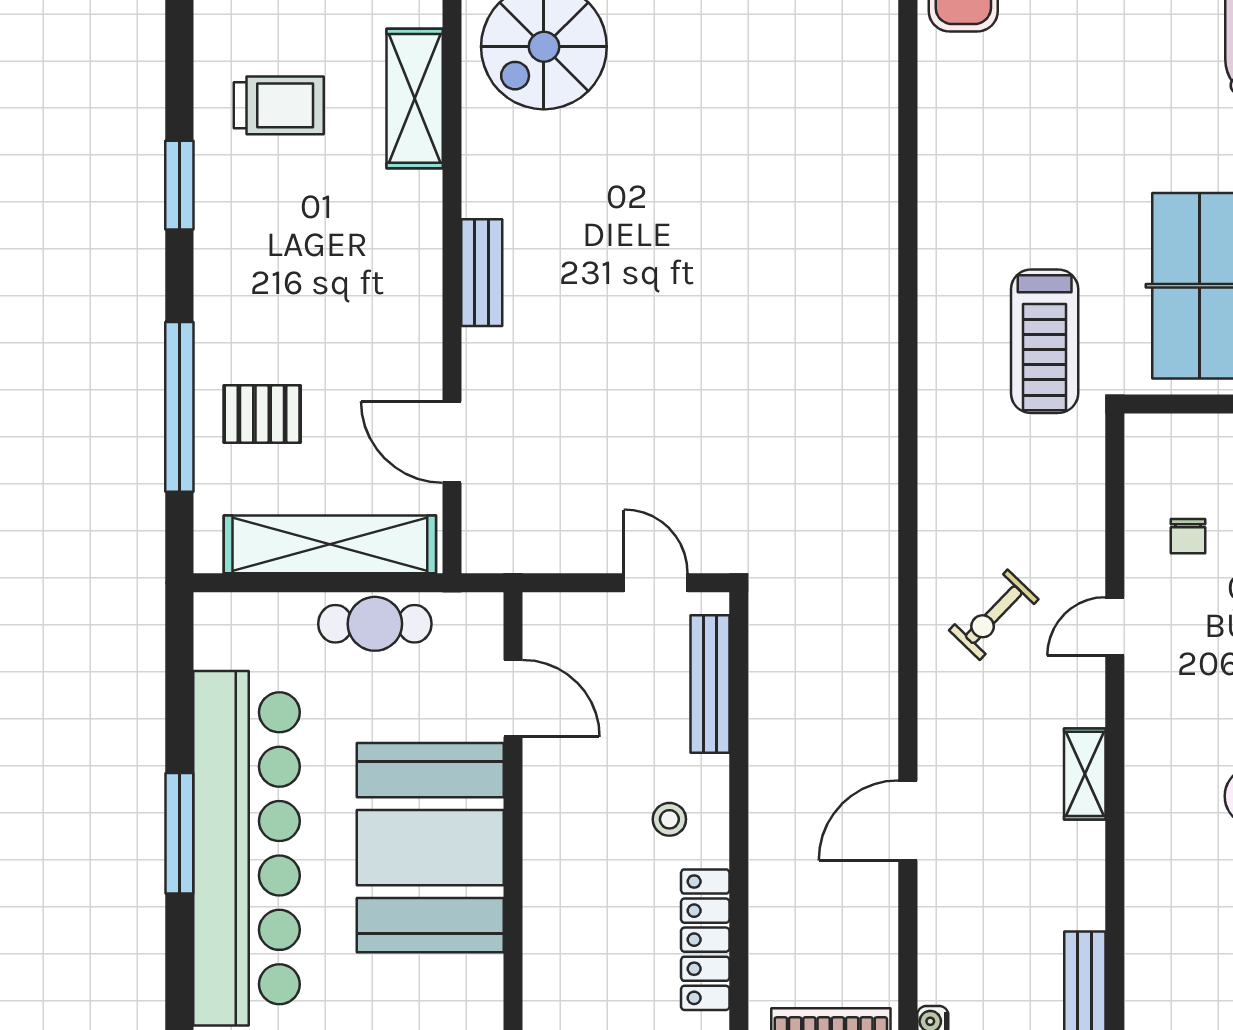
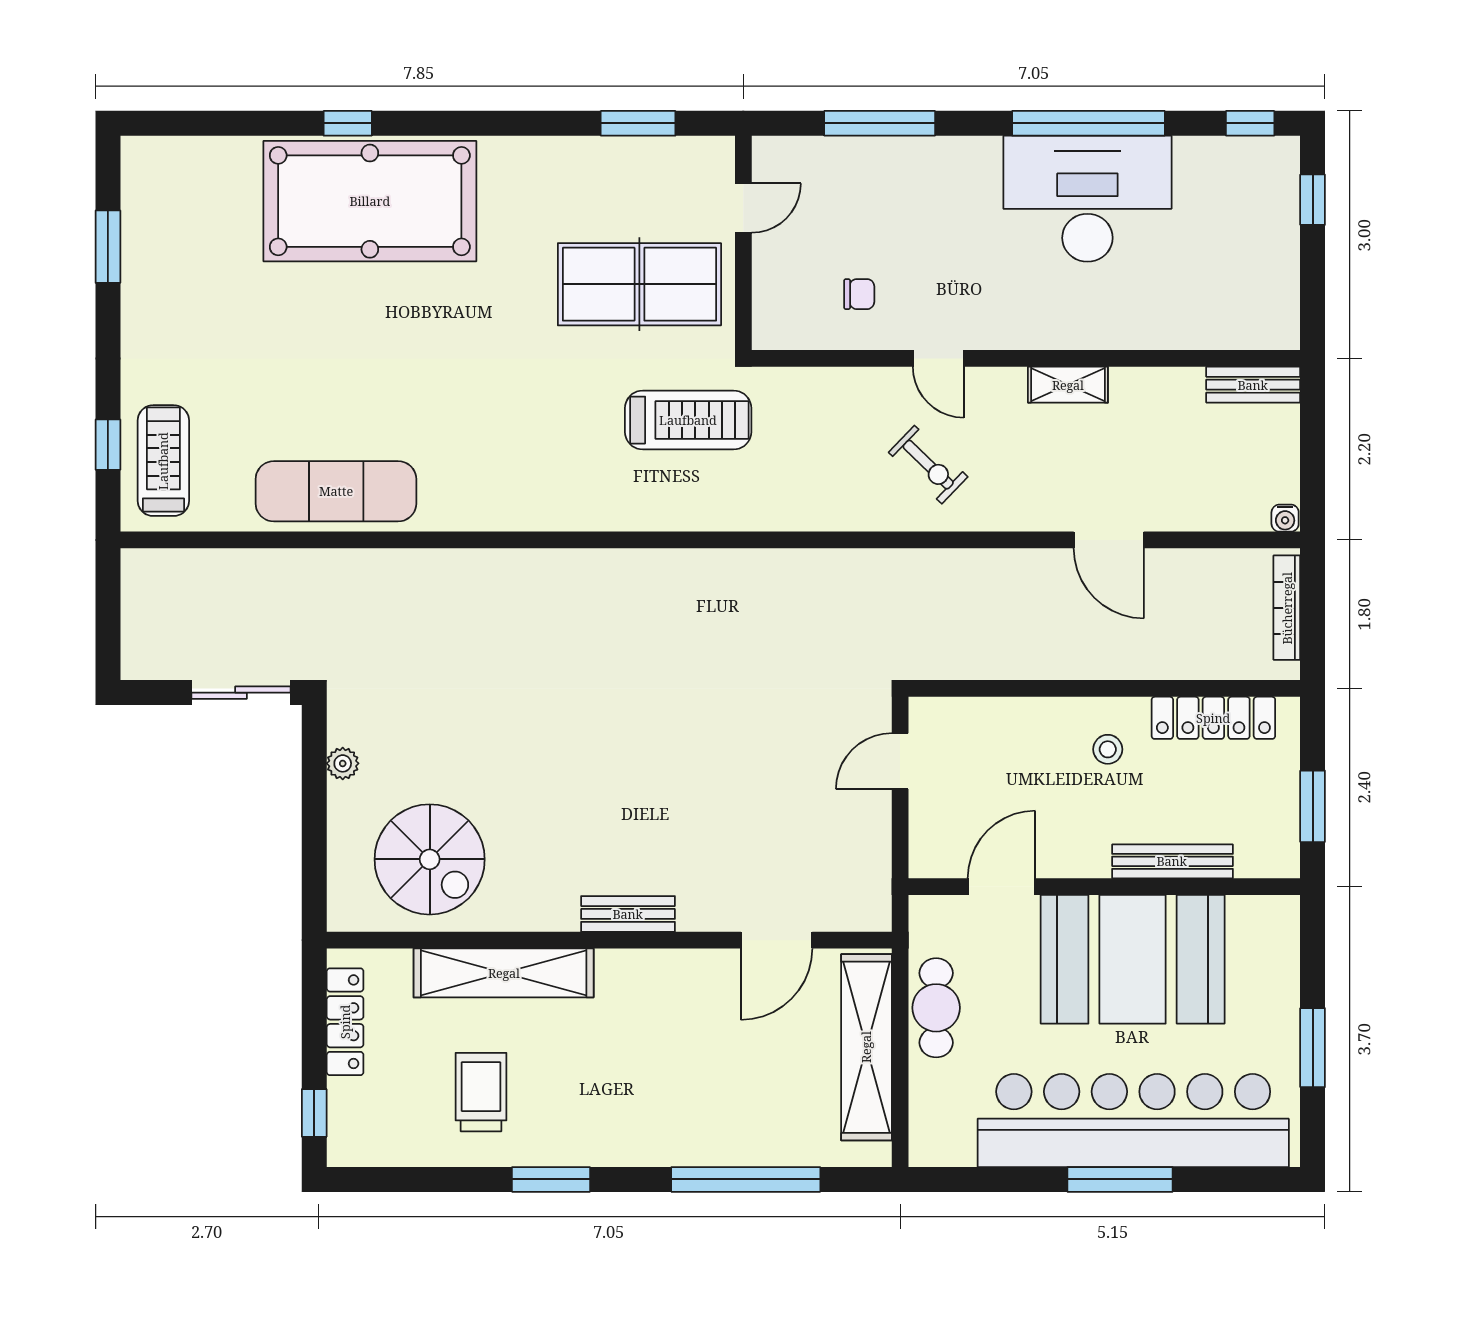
shelving: (415, 98) -> (504, 973), width x1.47
pallet: (262, 414) -> (752, 1107), removed
bench: (710, 684) -> (1172, 861), moved

